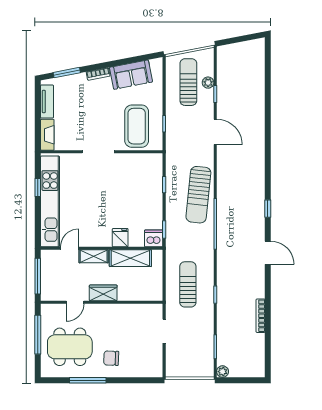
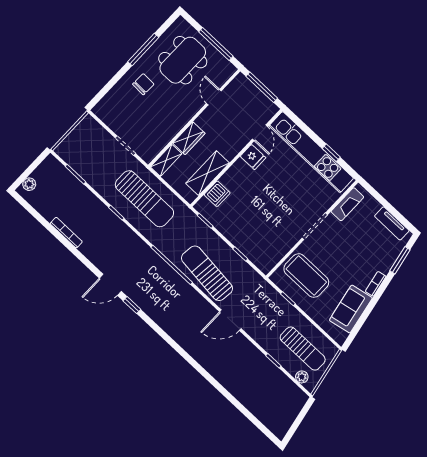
plant: (208, 83) -> (302, 377), moved
door: (215, 132) -> (230, 320), moved
fireplace: (47, 135) -> (347, 204), moved, turned -90
window: (268, 209) -> (132, 305), moved
fridge: (120, 238) -> (253, 157), moved
dishwasher: (154, 238) -> (217, 194), moved
shelving: (94, 256) -> (166, 160), moved
sun lounger: (188, 284) -> (144, 199), width x1.36, depth x1.34
wardrobe: (103, 293) -> (189, 138), moved
plant: (223, 372) -> (29, 184), moved

